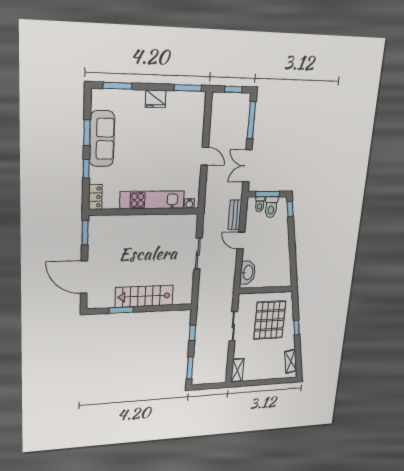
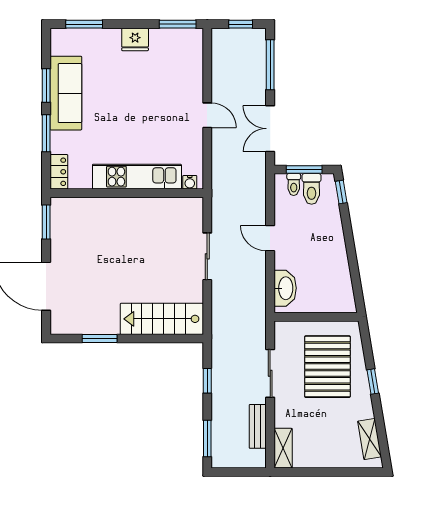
window: (86, 169) -> (46, 133), width x1.50
bench: (235, 215) -> (258, 426), moved
stairs: (144, 296) -> (162, 319), moved

